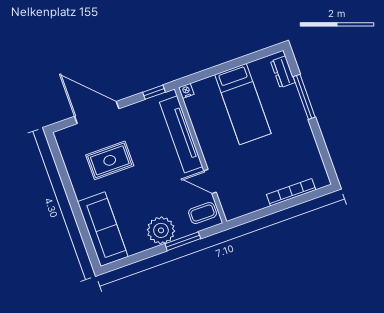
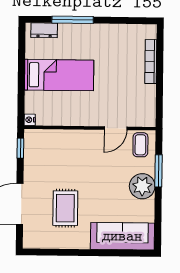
tv unit: (181, 134) -> (66, 138), removed

